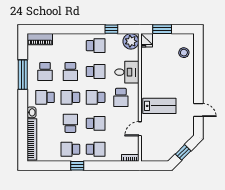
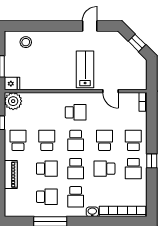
piano: (40, 39) -> (11, 175), moved
desk: (127, 72) -> (47, 106), removed

